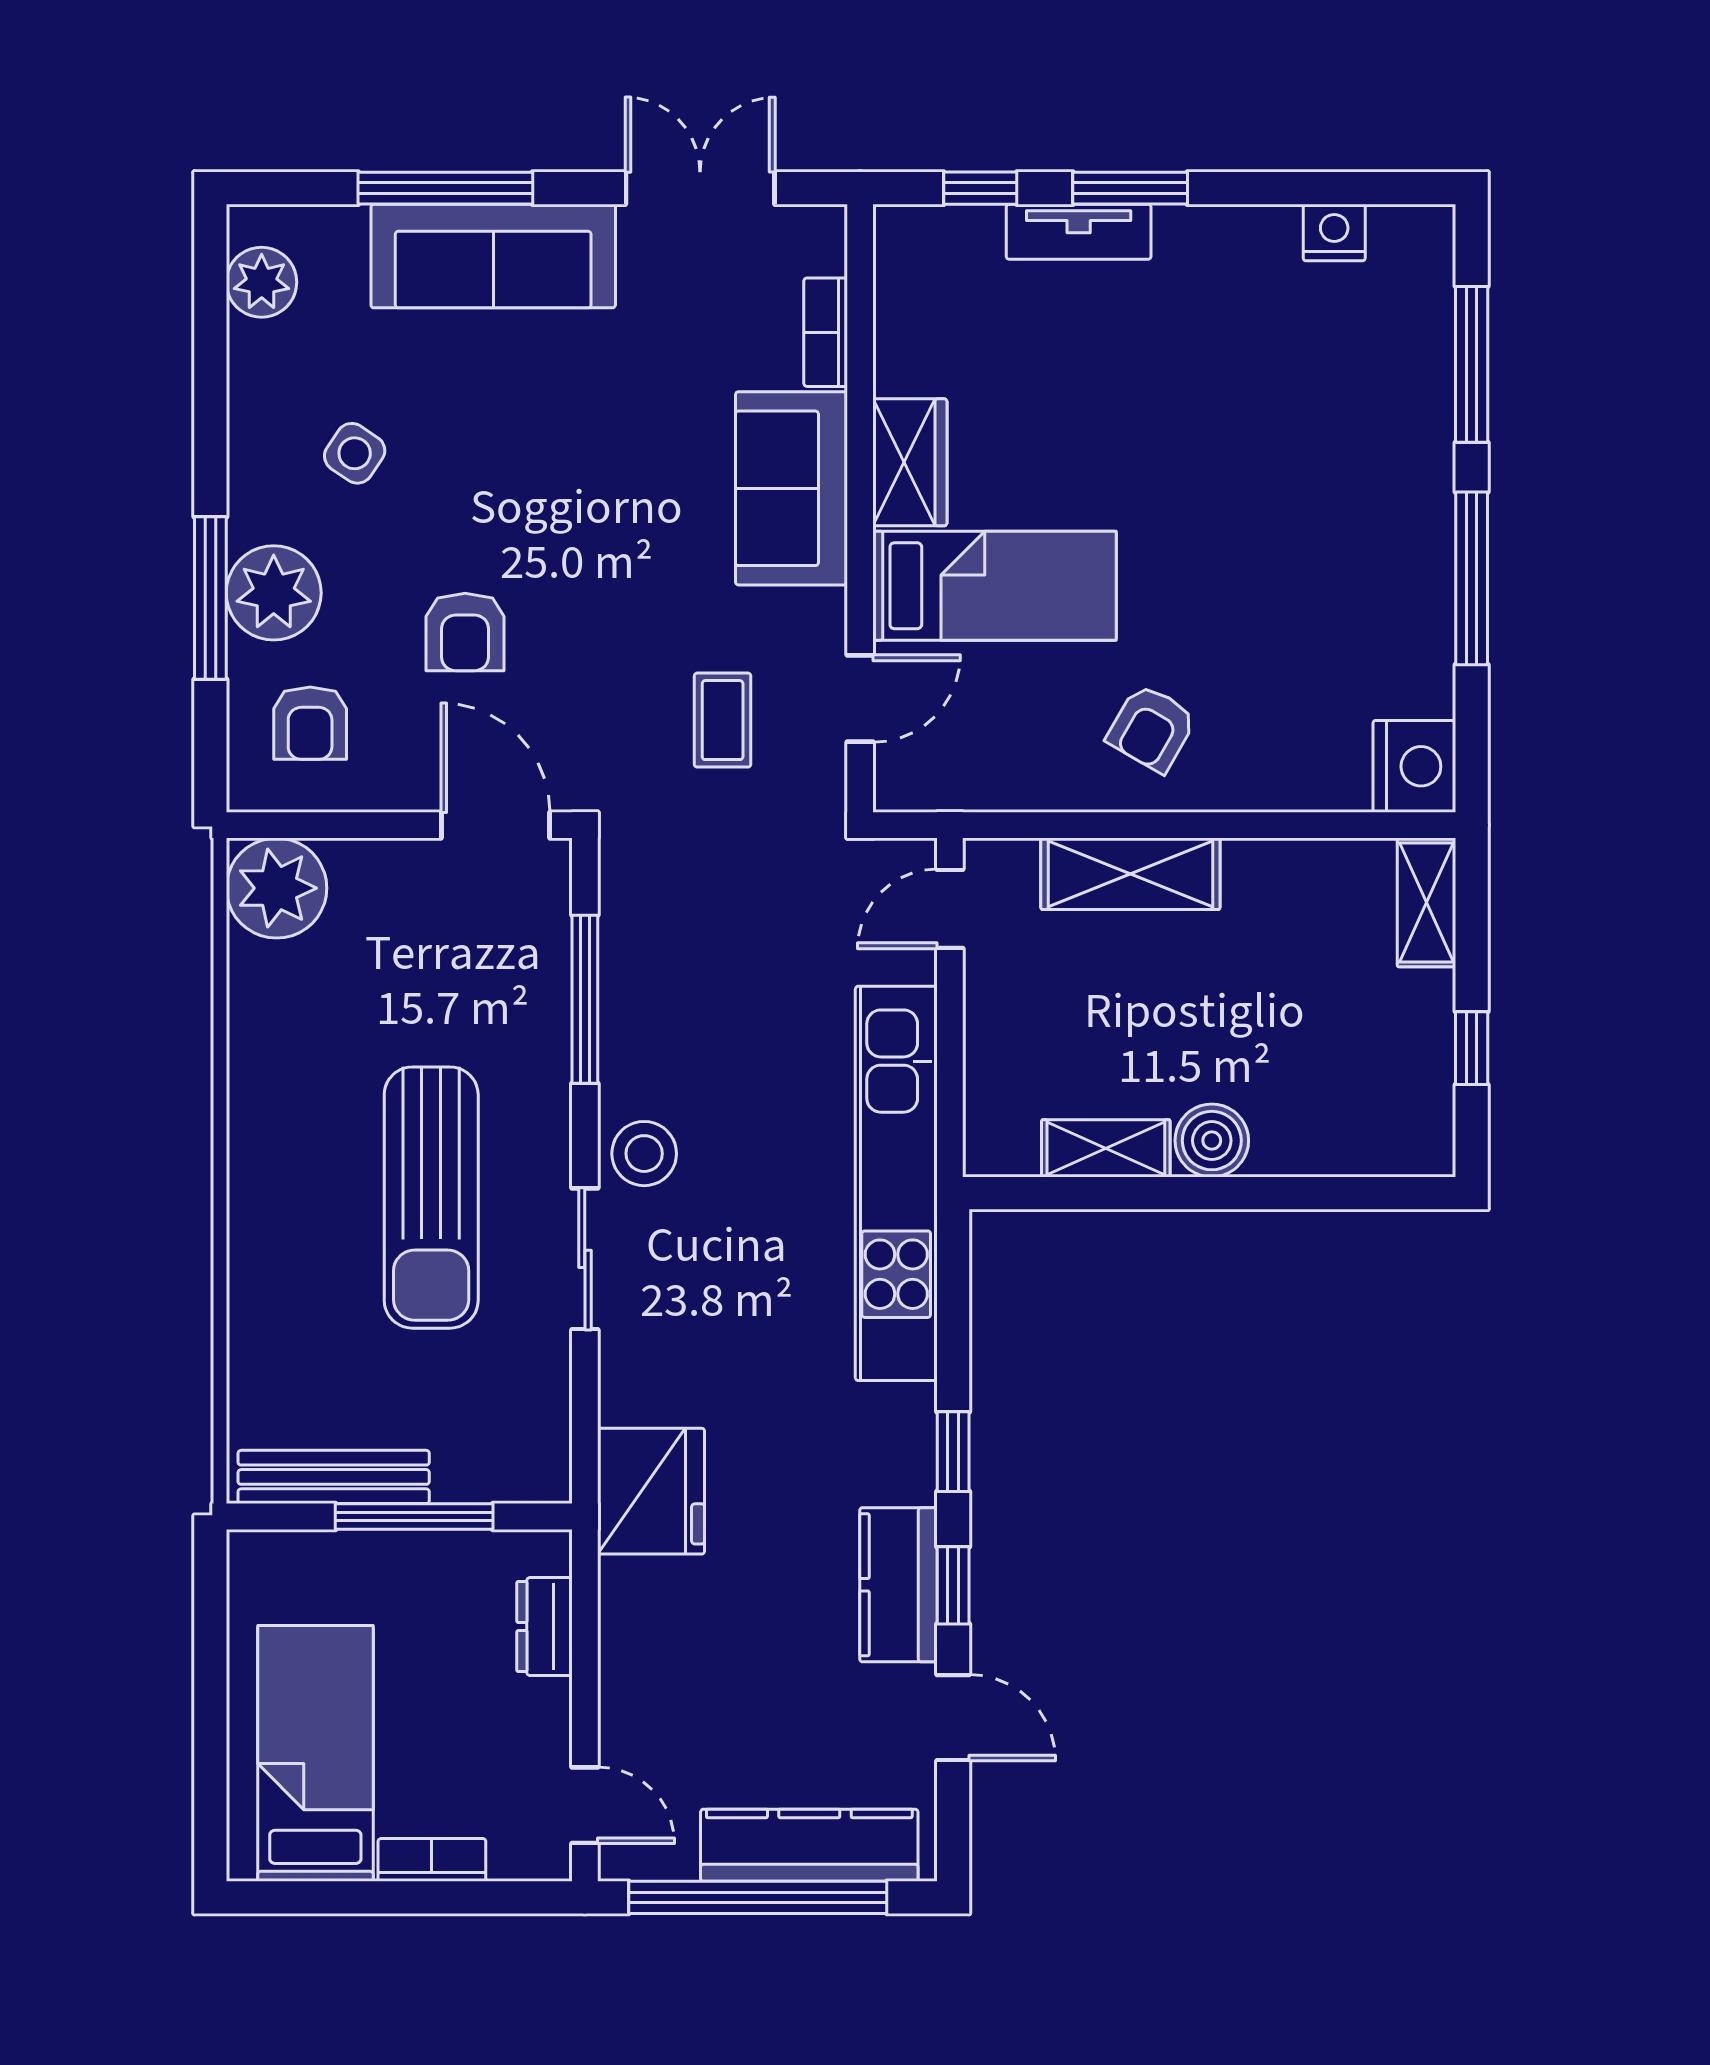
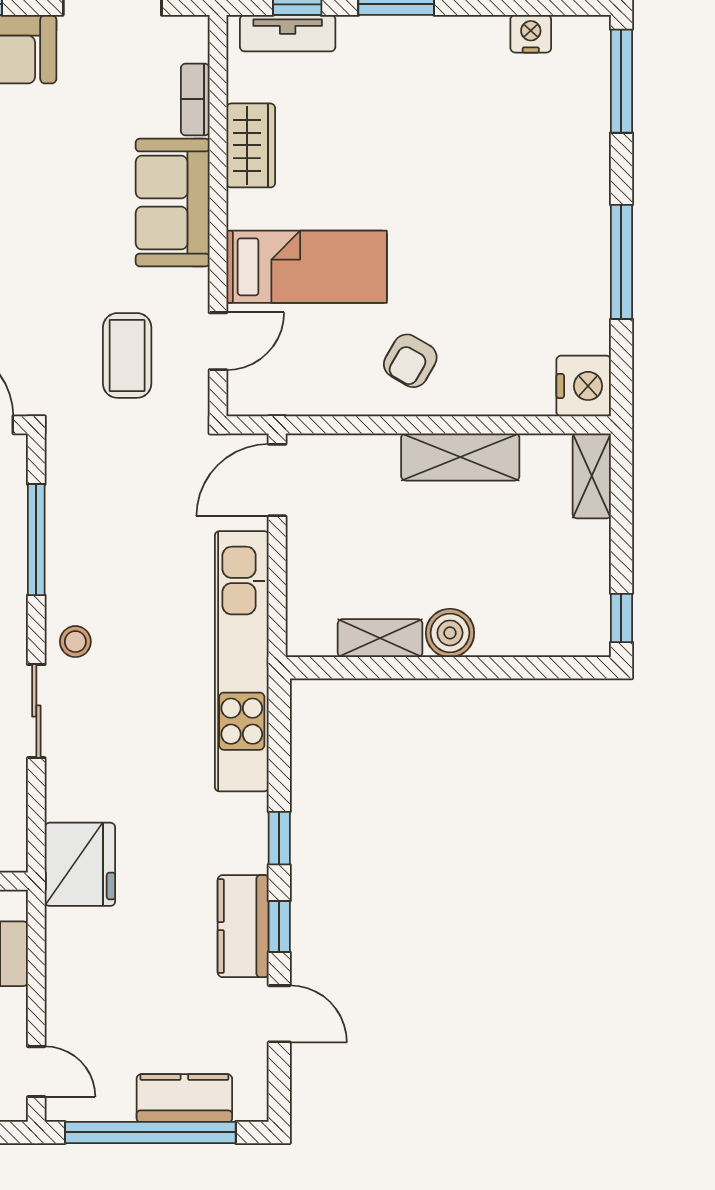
tv unit: (1079, 232) -> (288, 33), moved
window: (1472, 364) -> (621, 81), moved
wardrobe: (910, 462) -> (251, 145), moved
coffee table: (723, 720) -> (127, 355), width x1.36, depth x1.30
shelving: (1130, 874) -> (460, 457), moved
door: (950, 909) -> (277, 480), width x1.38
window: (1472, 1048) -> (621, 618), moved
stool: (644, 1154) -> (75, 642), width x0.73, depth x0.73
kitchen counter: (809, 1845) -> (184, 1098), width x0.67

